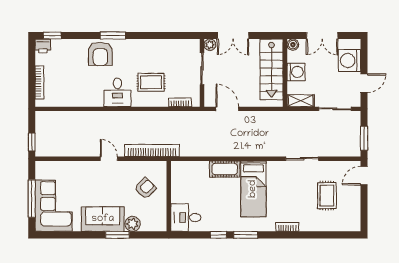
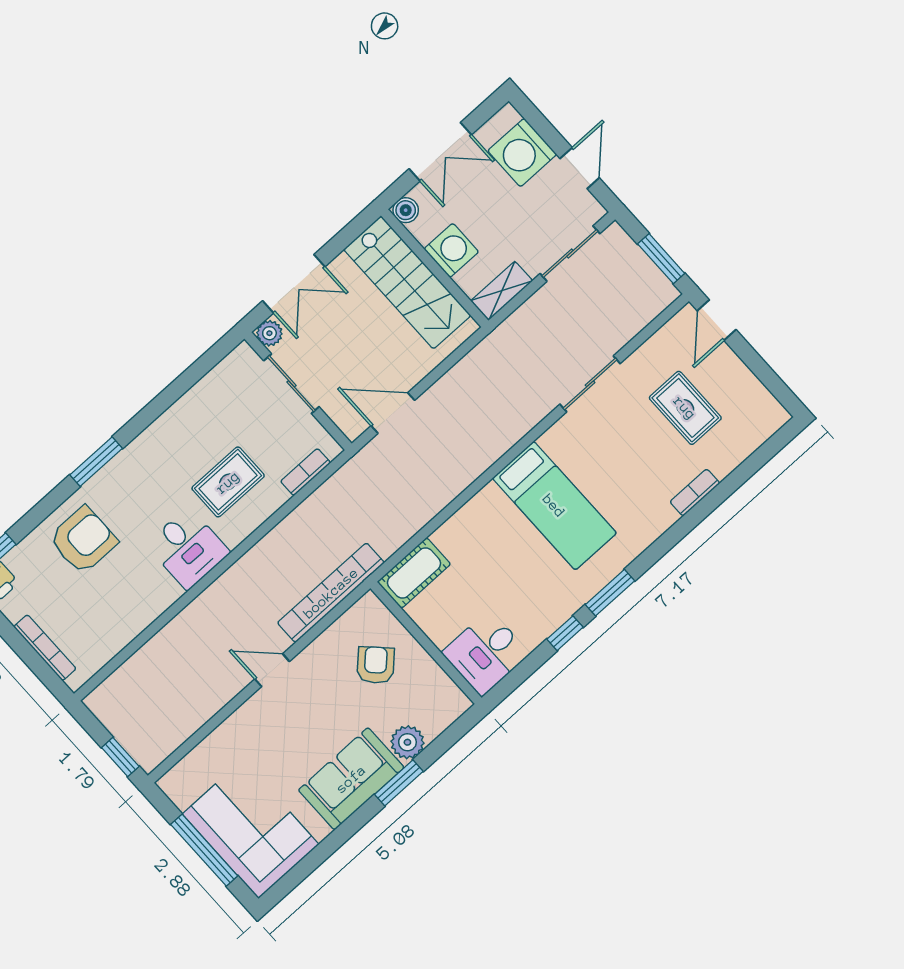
armchair: (100, 54) -> (83, 540), moved, turned -90
cot: (225, 169) -> (414, 573), moved
bookcase: (287, 227) -> (695, 492), moved

